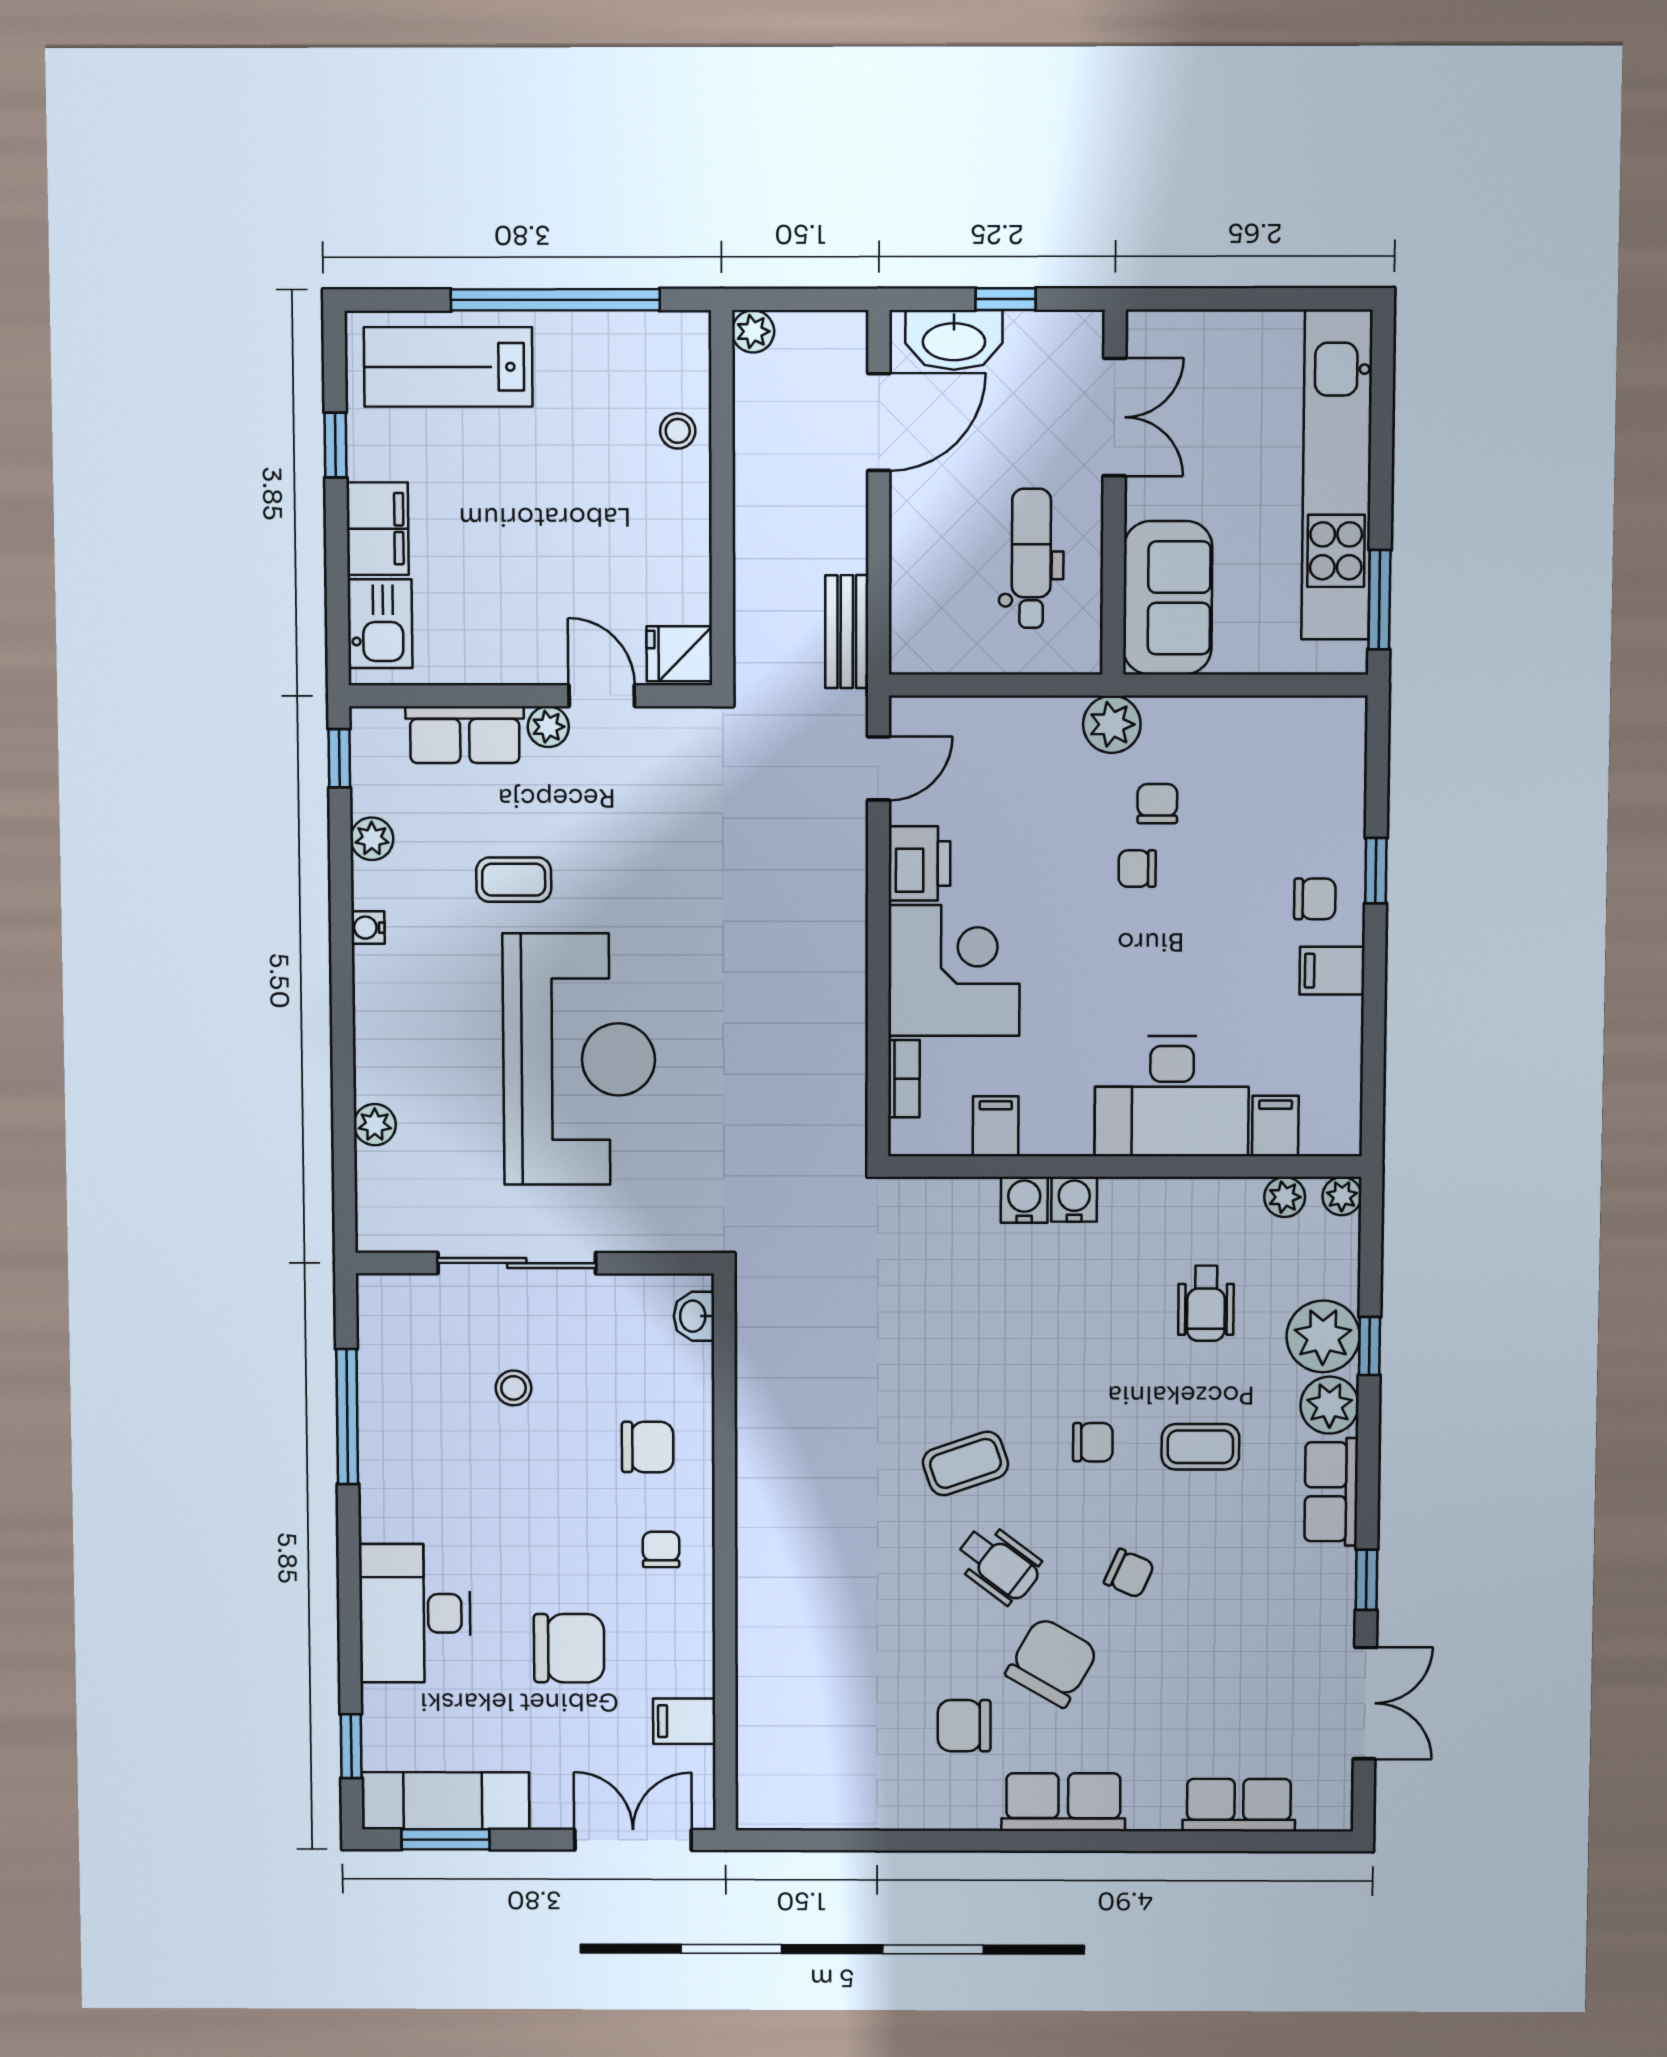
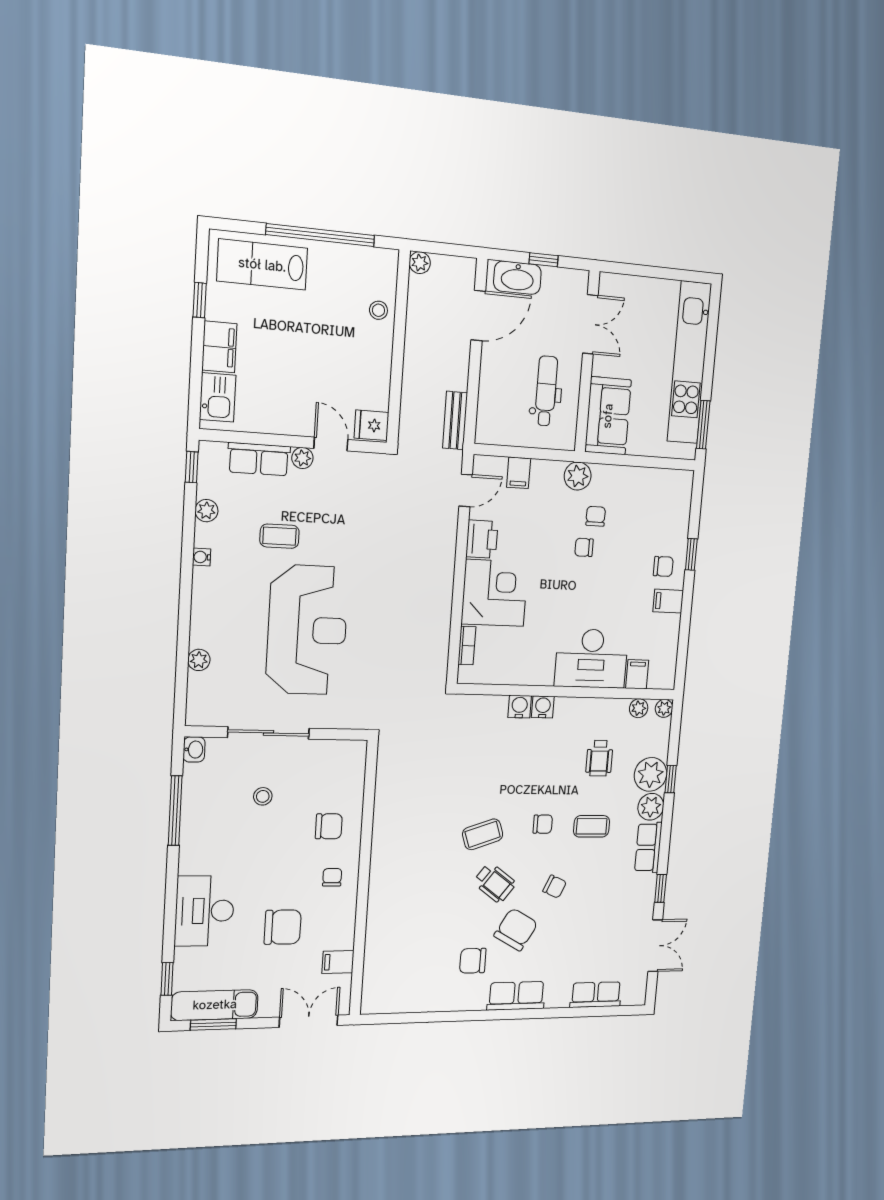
filing cabinet: (996, 1126) -> (519, 473), moved, turned 180
washbasin: (694, 1316) -> (194, 750), moved, turned 180

